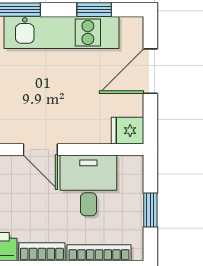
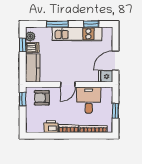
door: (150, 71) -> (115, 61), moved
door: (40, 150) -> (68, 85), hinge flipped

